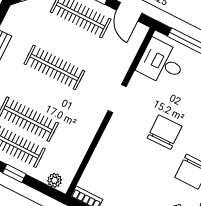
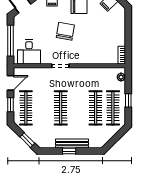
chair: (165, 132) -> (65, 31), turned 101

